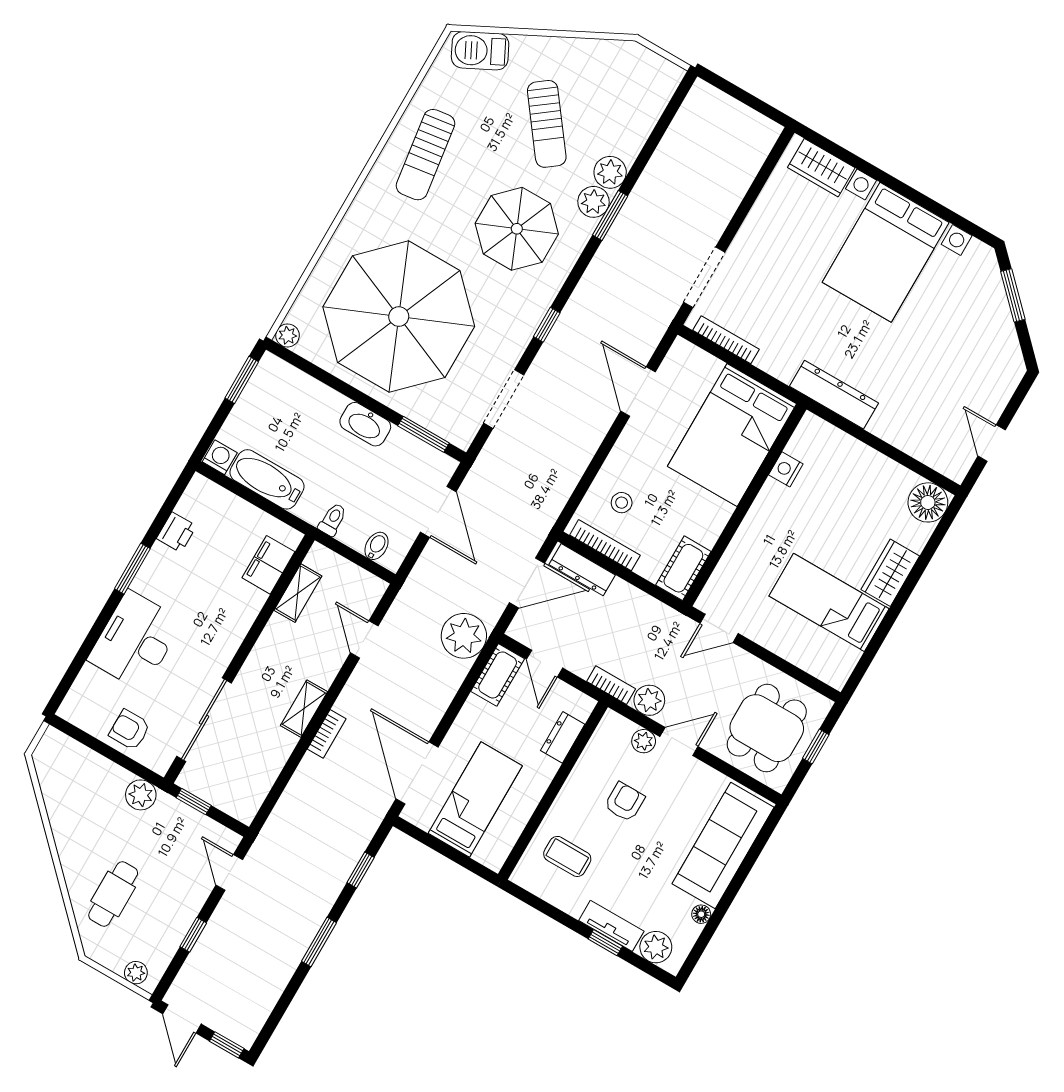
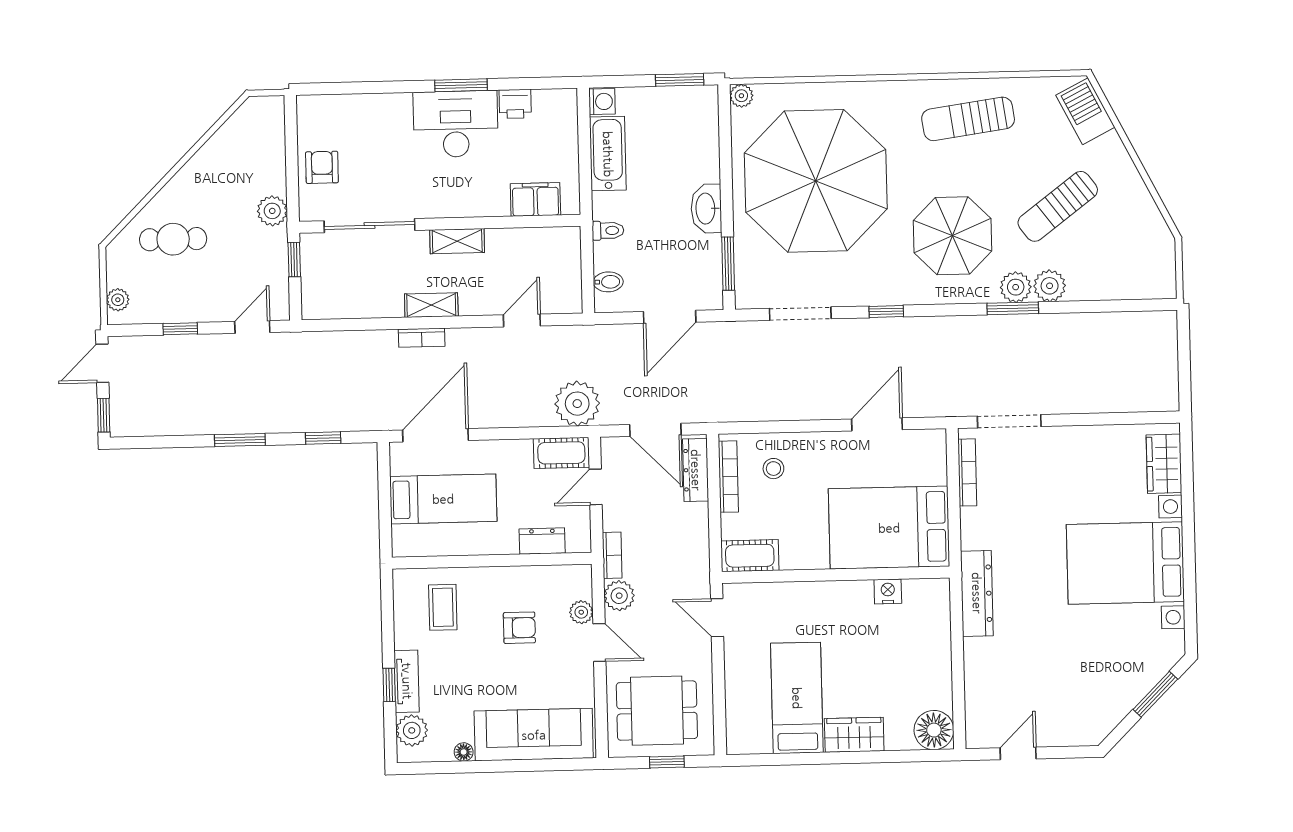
shelving: (298, 593) -> (457, 241), moved
desk: (135, 640) -> (456, 124), moved

